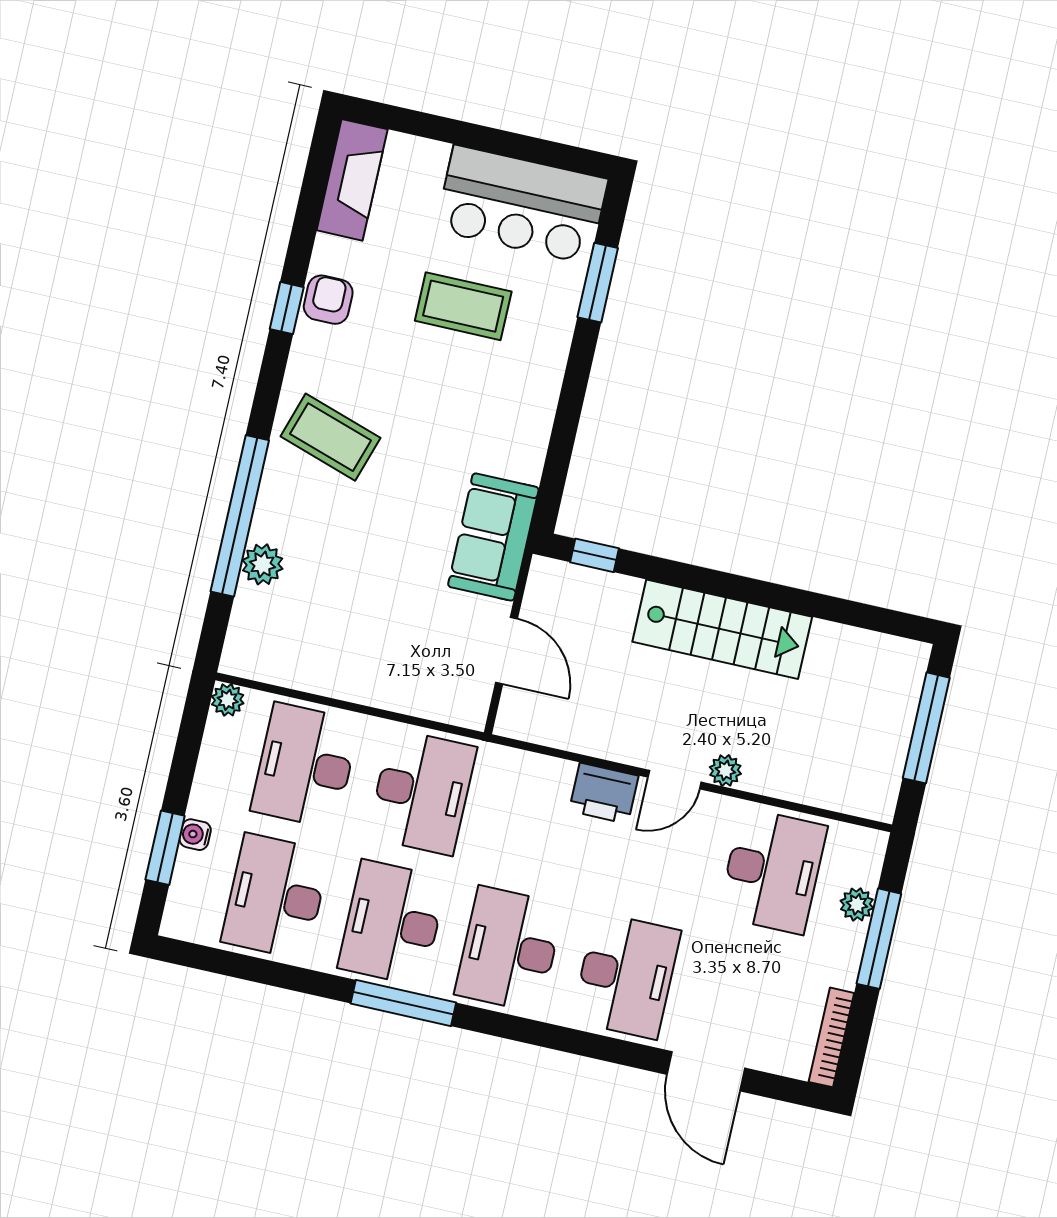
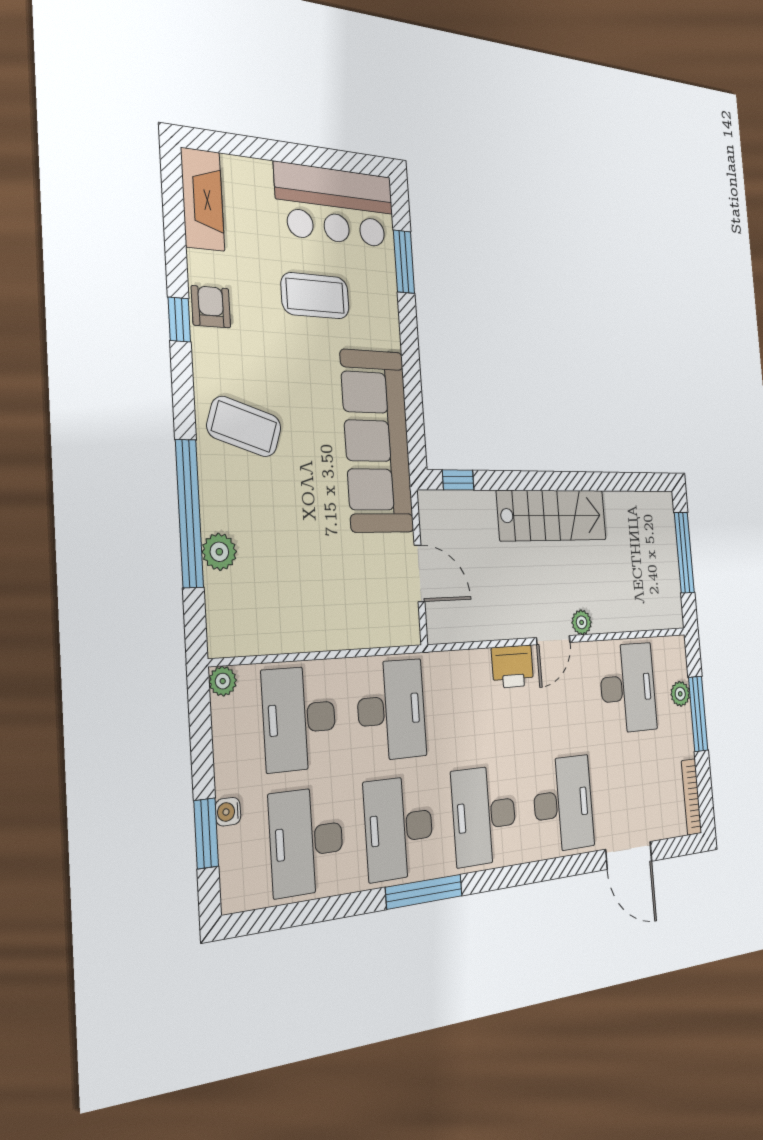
sofa: (493, 537) -> (377, 441), width x1.85, depth x1.27

